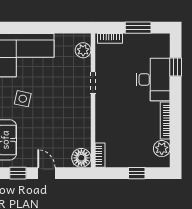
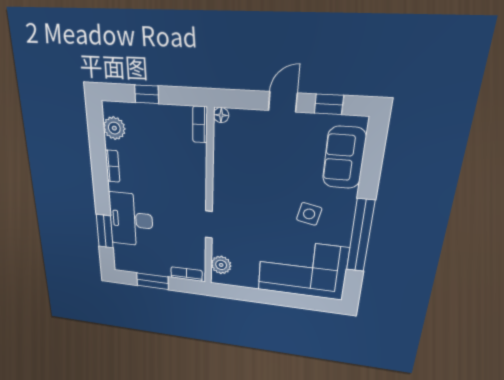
window: (176, 67) -> (105, 231), width x1.50
bookcase: (165, 121) -> (112, 166), width x0.64
floor lamp: (81, 158) -> (221, 115), width x0.53, depth x0.53
door: (46, 173) -> (283, 102), swing flipped

